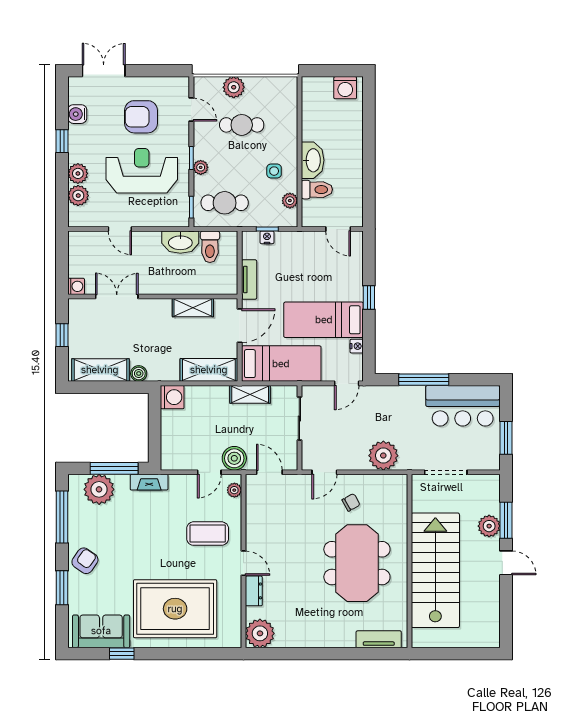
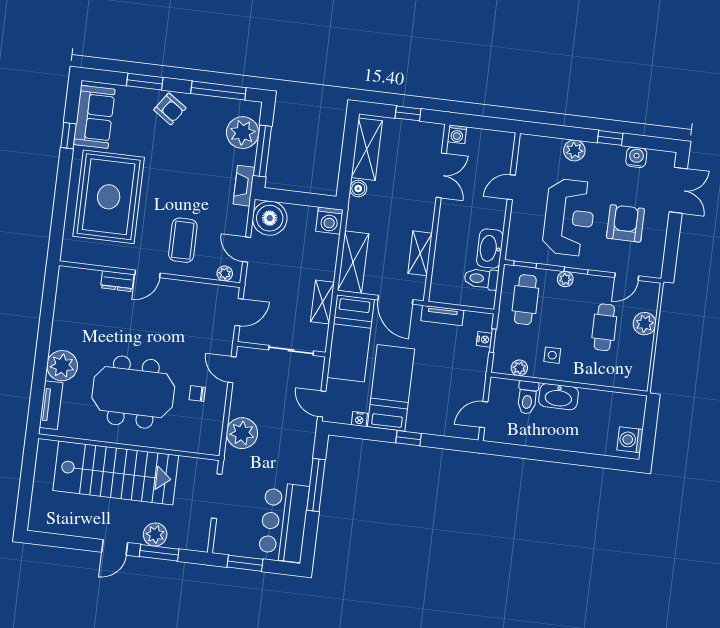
plant: (78, 196) -> (551, 148), removed
boiler: (234, 458) -> (270, 218), moved, width x1.37, depth x1.37
chair: (351, 502) -> (197, 394), turned 119
plant: (260, 633) -> (62, 366), moved

